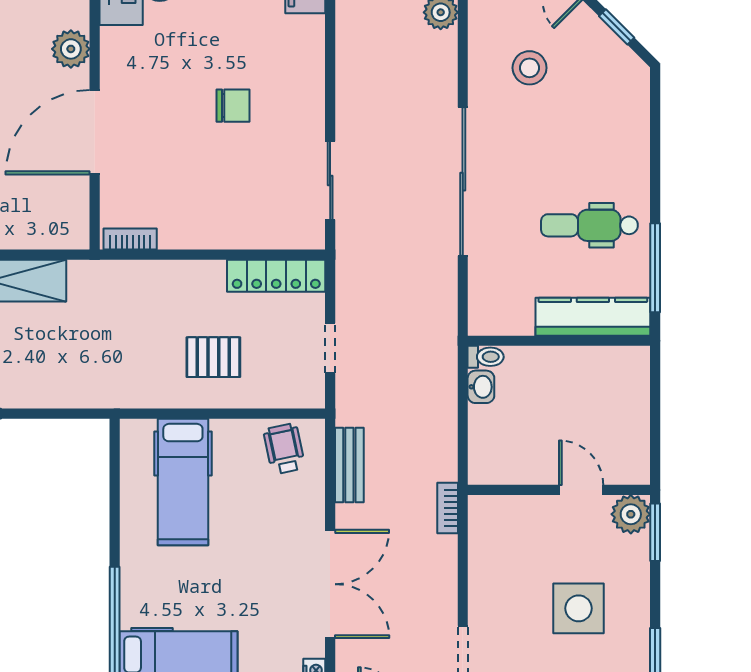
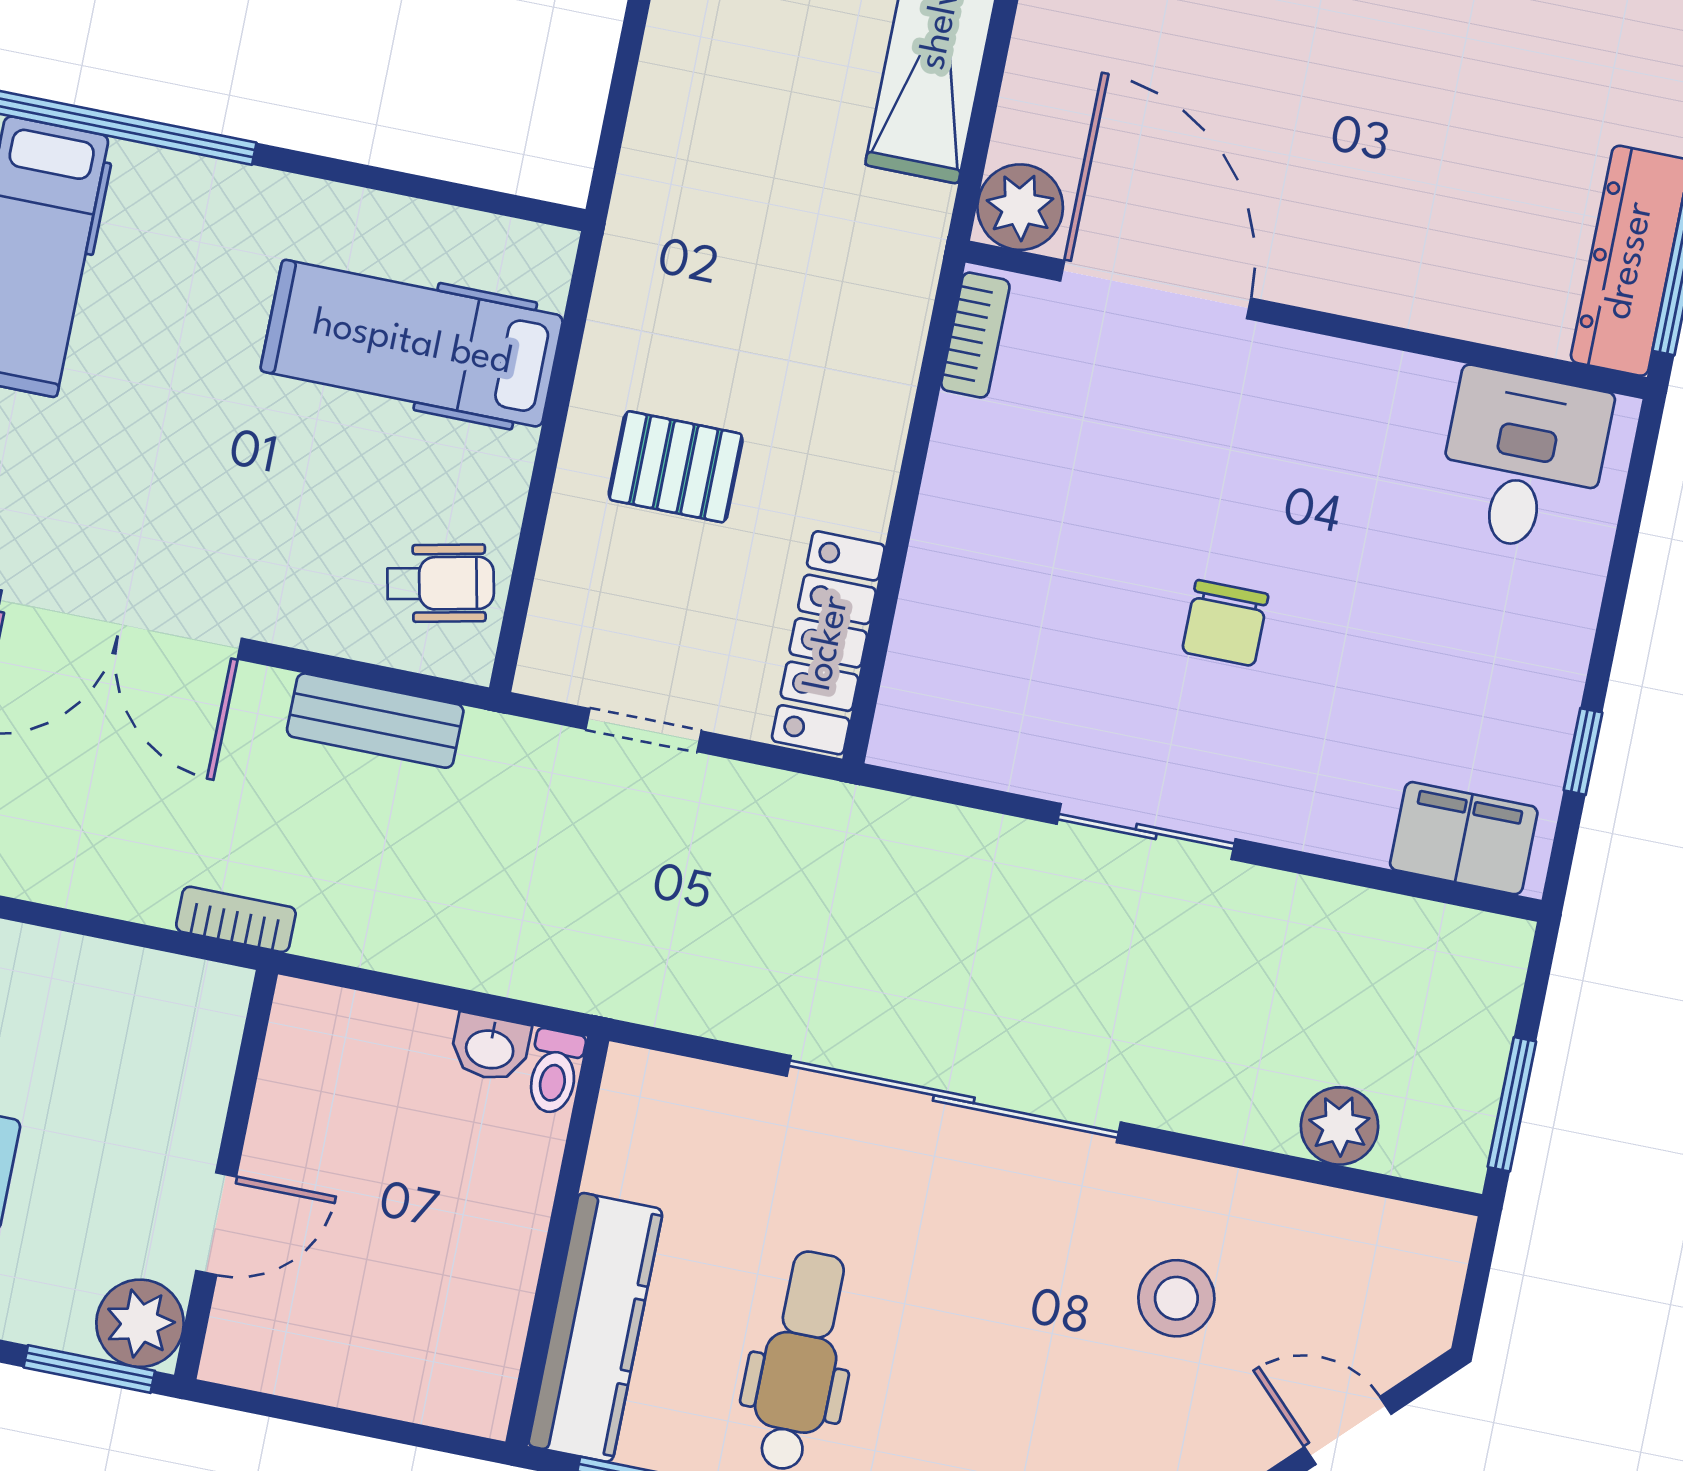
plant: (71, 49) -> (1020, 207), moved
door: (95, 132) -> (1156, 290), moved
sliding door: (330, 181) -> (1146, 832), moved
pallet: (213, 357) -> (676, 467), turned 90

